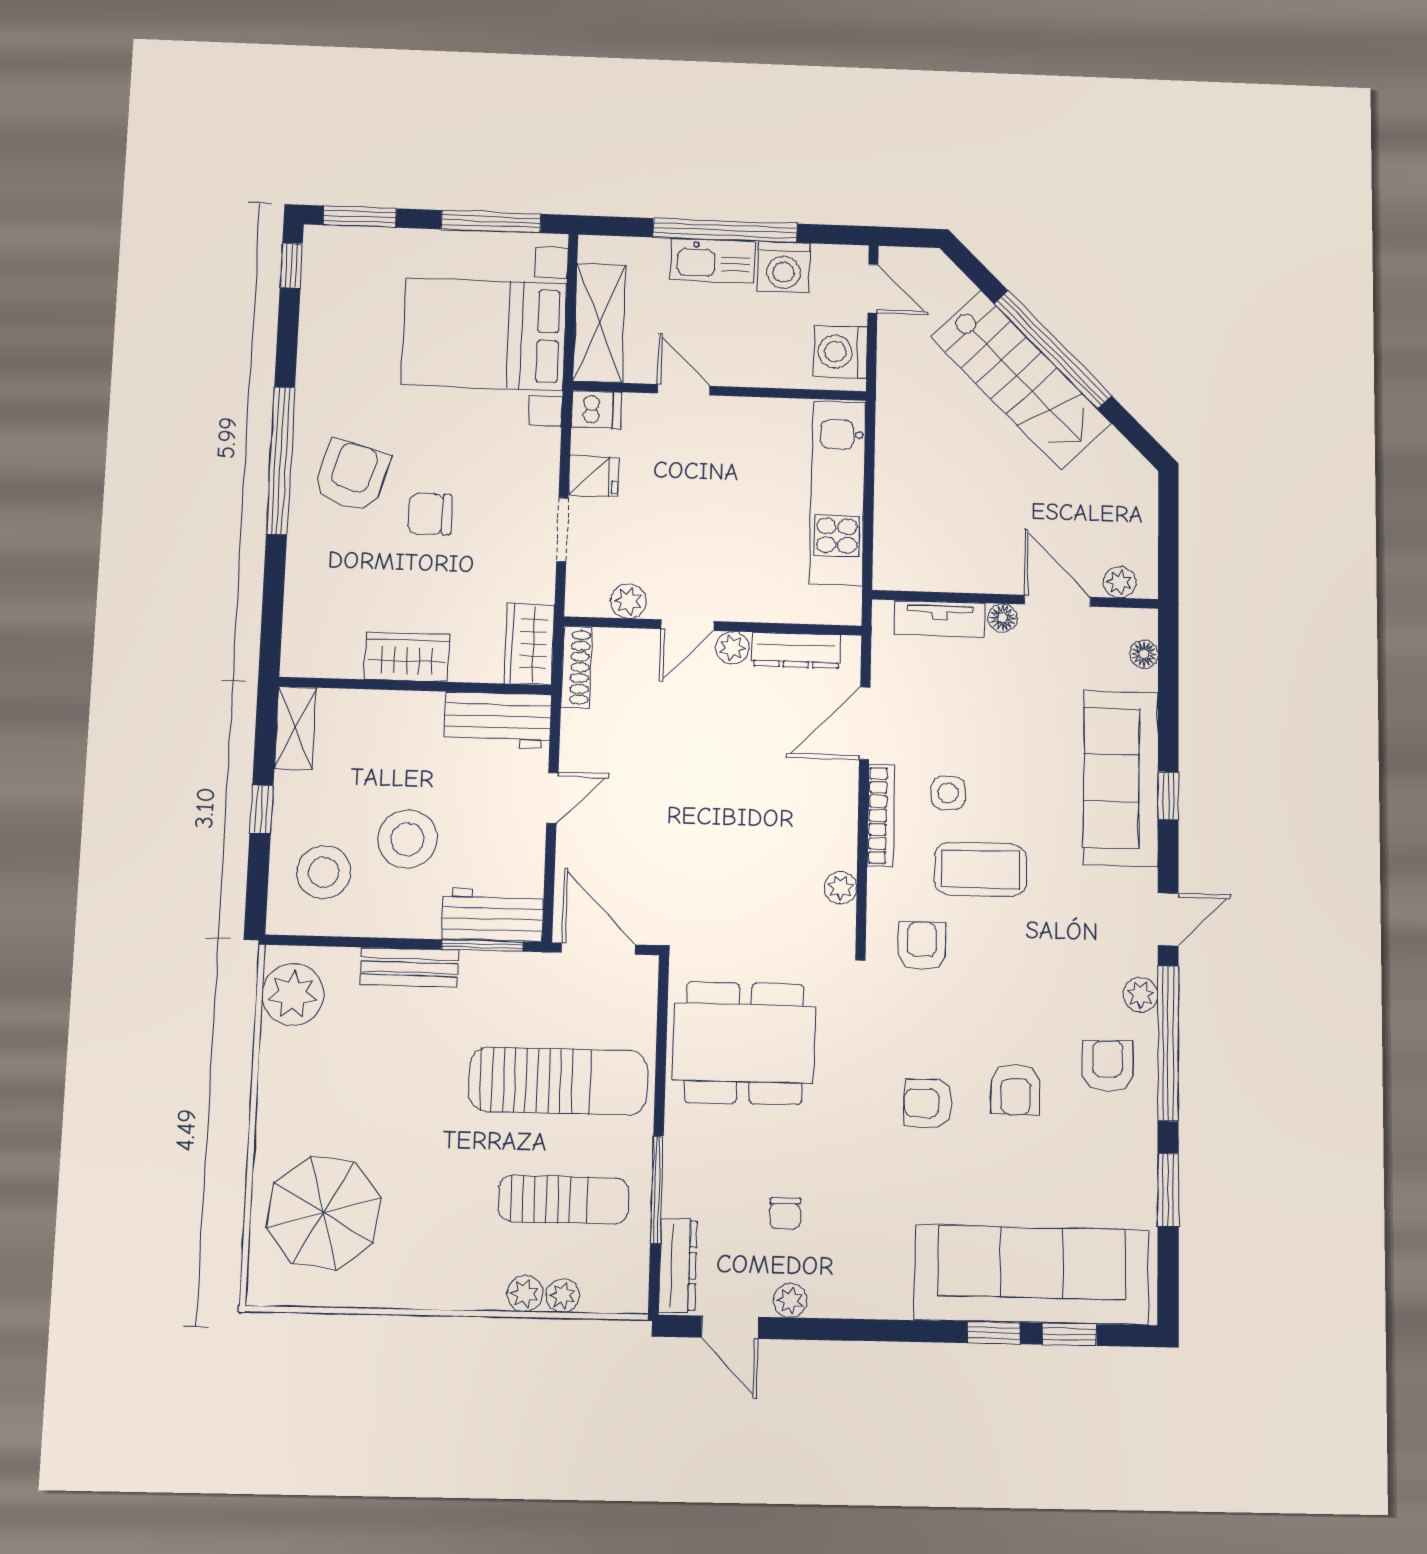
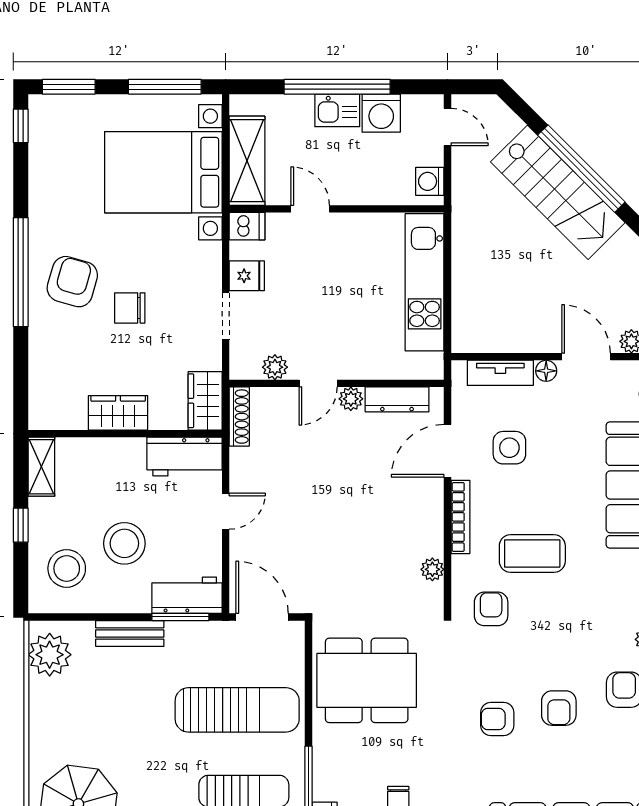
kitchen sink: (713, 261) -> (337, 110), width x0.73
washing machine: (840, 352) -> (430, 181), width x0.73, depth x0.73
side table: (948, 793) -> (509, 448), moved, width x1.37, depth x1.37

